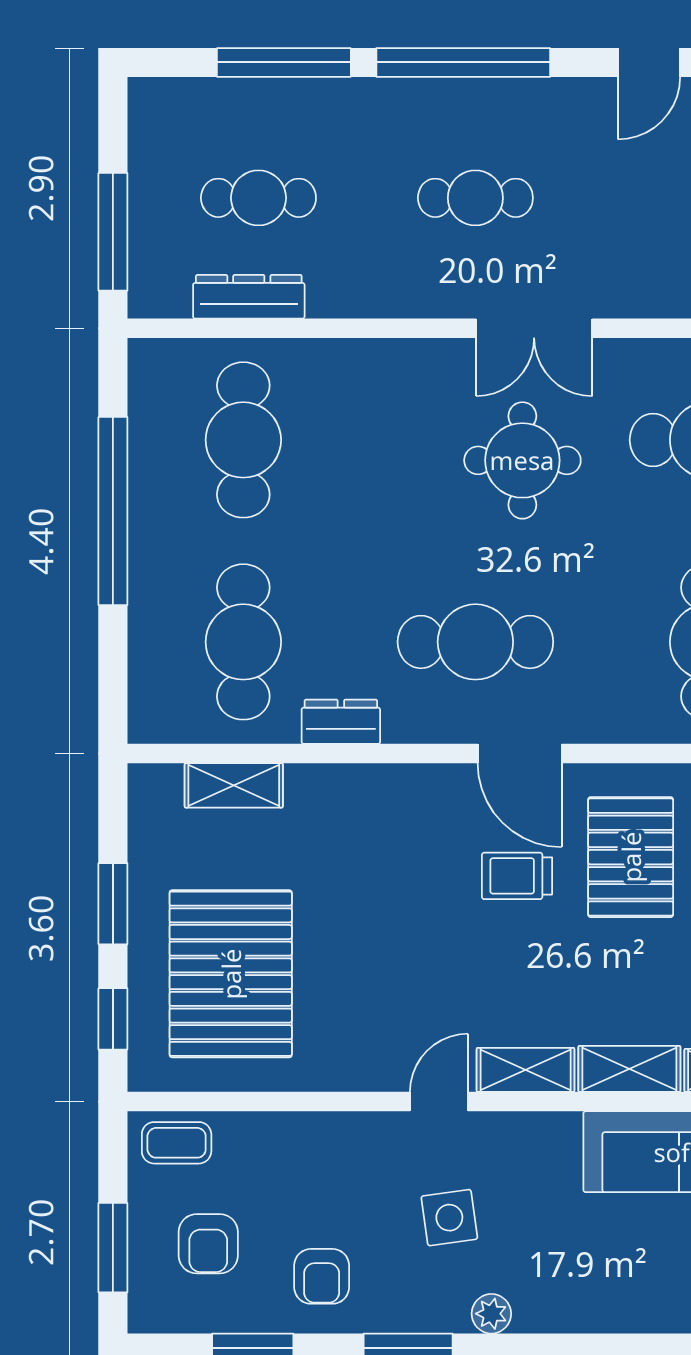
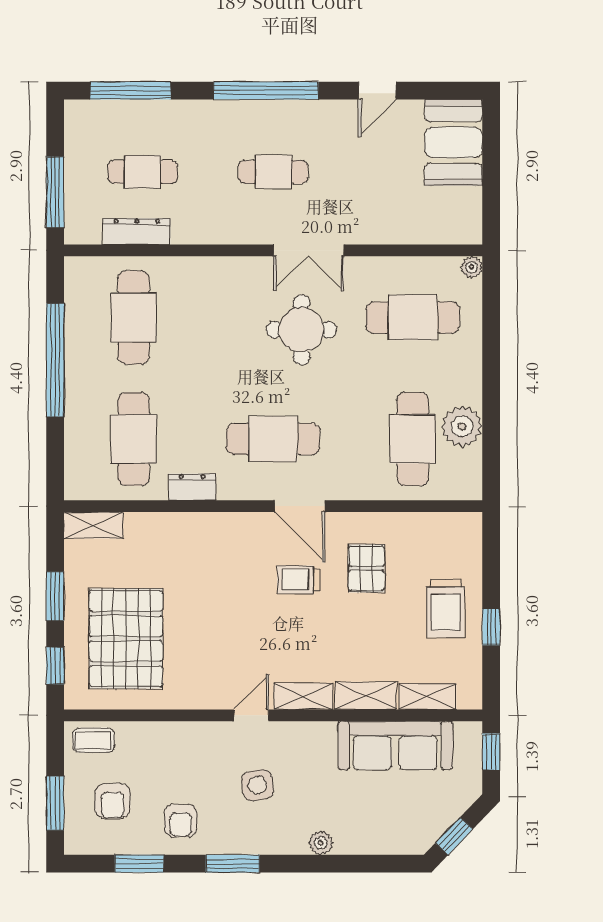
window: (284, 62) -> (130, 91), moved
shelving: (234, 785) -> (94, 525), moved
pallet: (631, 857) -> (366, 568), width x0.67, depth x0.71
plant: (491, 1314) -> (321, 843), moved

